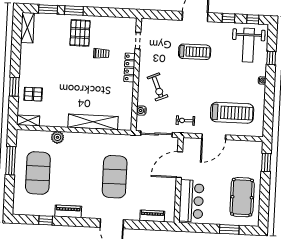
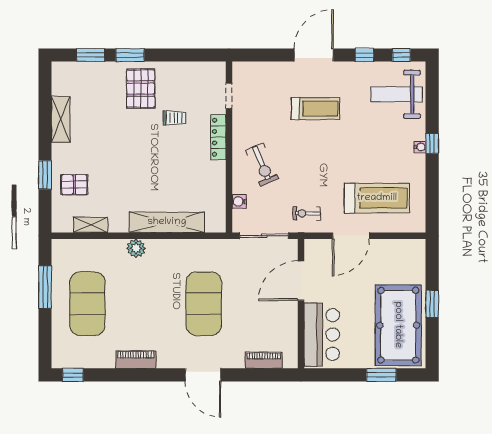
shelving: (27, 28) -> (61, 119), moved
weight bench: (248, 45) -> (397, 94), turned 90
window: (271, 58) -> (432, 144), moved
shelving: (28, 120) -> (90, 225), moved
plant: (57, 137) -> (136, 248), moved
window: (266, 162) -> (432, 304), moved
pool table: (242, 197) -> (398, 325), width x1.36, depth x1.32
window: (46, 220) -> (73, 375), moved

